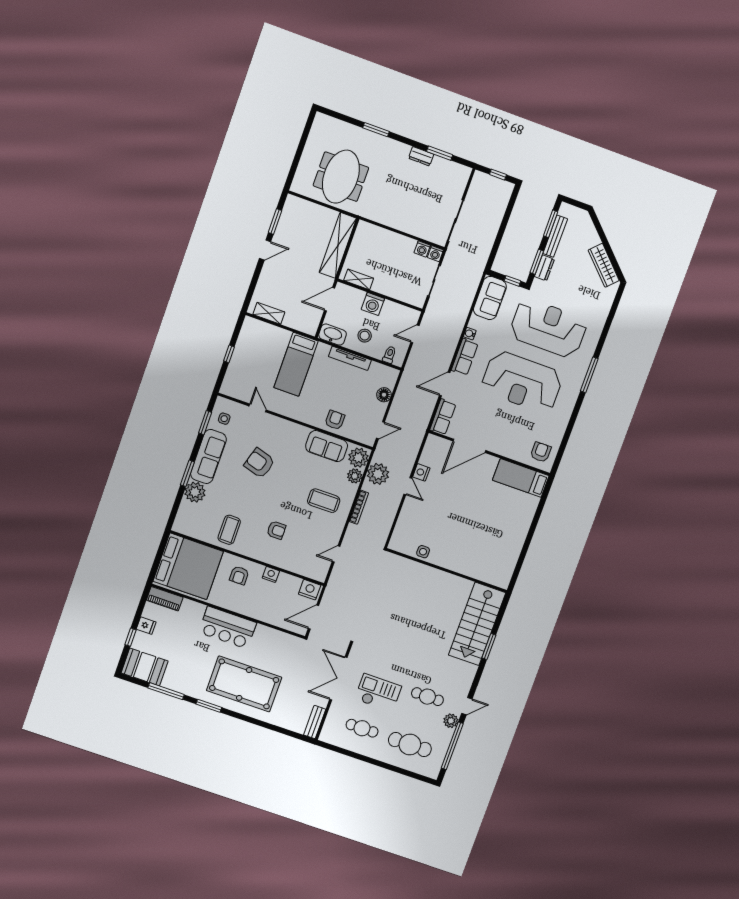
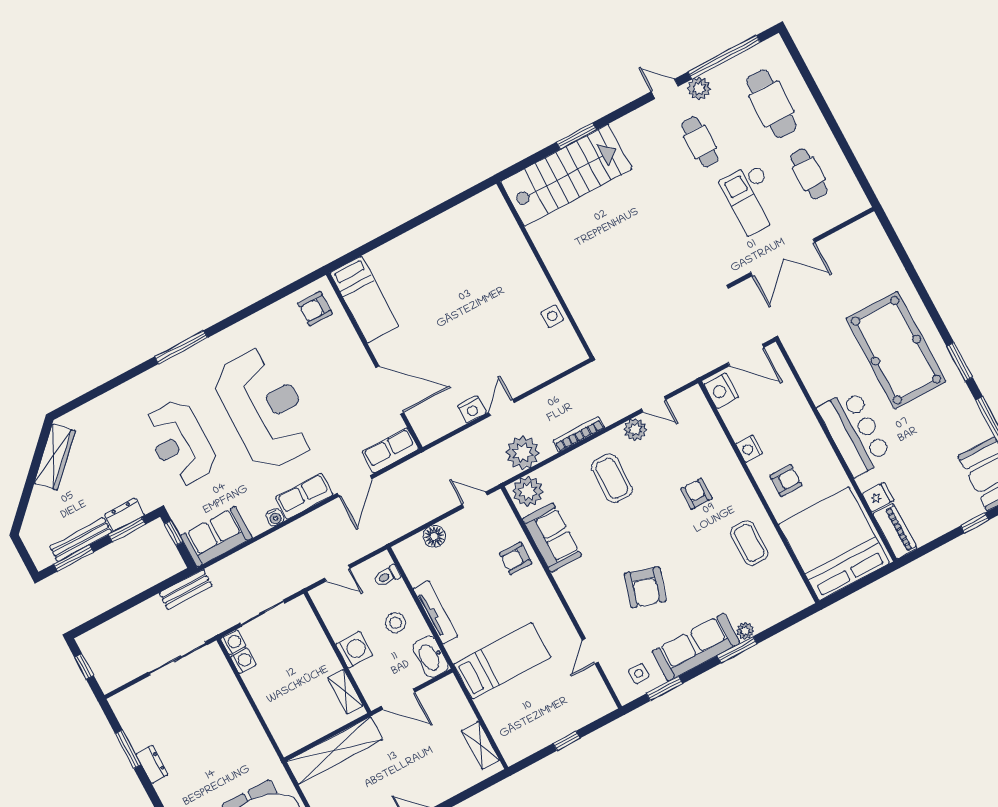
reception desk: (548, 328) -> (180, 443), width x0.74, depth x0.77
door: (445, 384) -> (355, 486), hinge flipped
plant: (355, 476) -> (635, 429), moved
plant: (195, 492) -> (745, 631), width x0.53, depth x0.53
coffee table: (229, 530) -> (749, 543), turned 90
fridge: (146, 626) -> (878, 497), moved, turned 90
bench: (315, 722) -> (186, 590), moved

